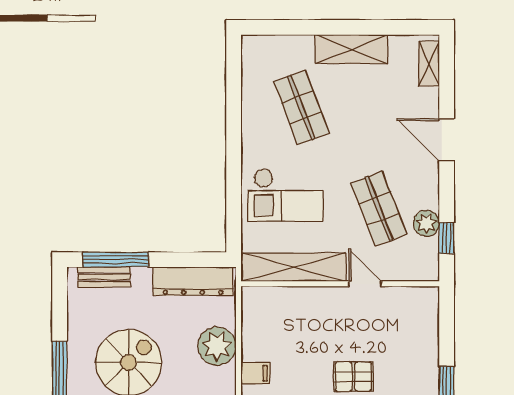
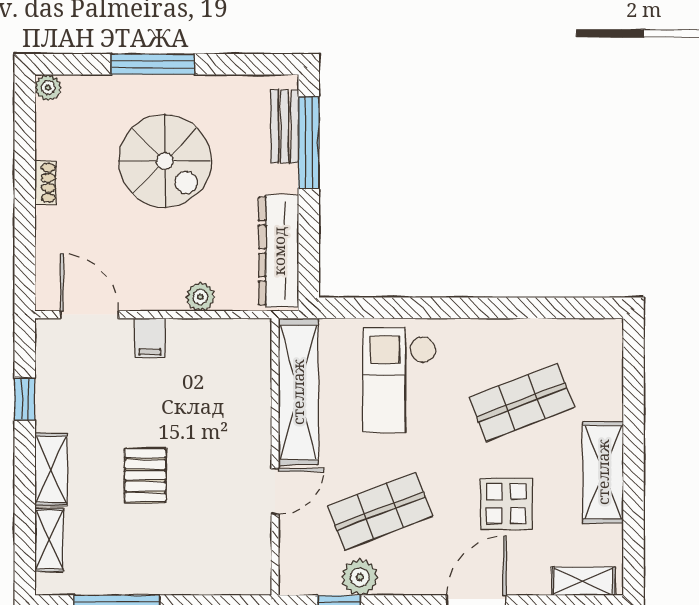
display table: (374, 118) -> (506, 504), added
plant: (217, 346) -> (200, 297), width x0.53, depth x0.53

